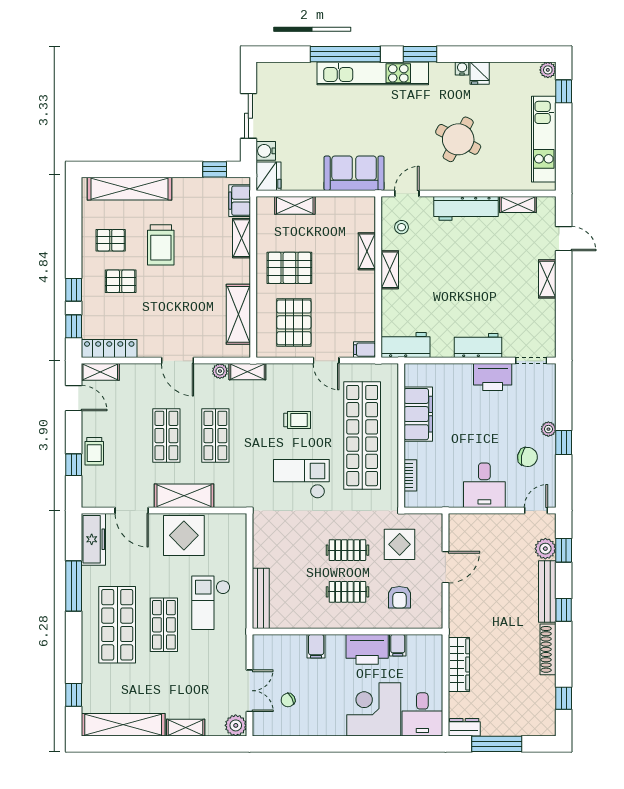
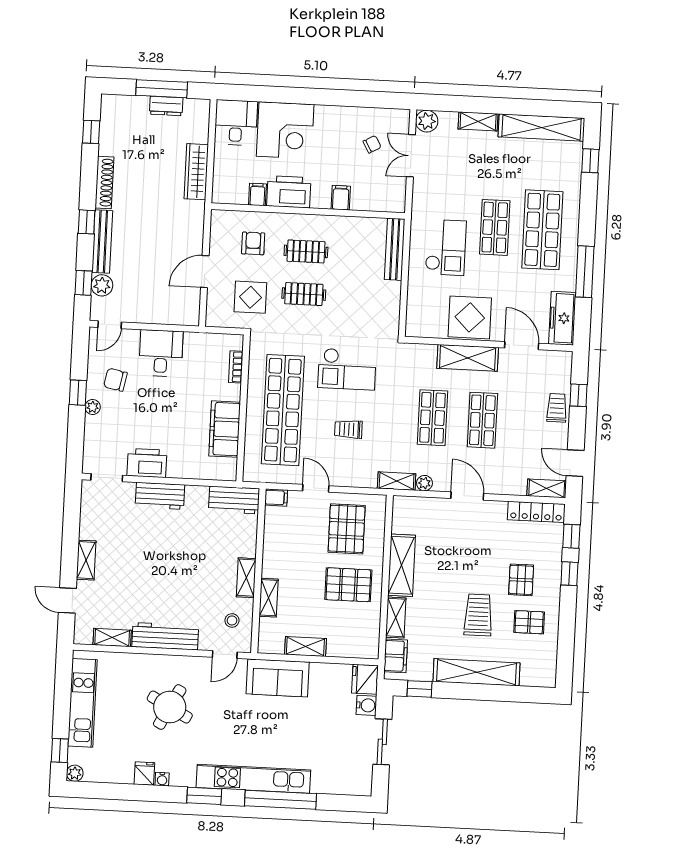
shelving: (130, 189) -> (476, 672), moved
shelving: (295, 205) -> (305, 647), moved
pallet: (121, 281) -> (521, 580), turned 90
shelving: (238, 314) -> (402, 565), moved
dresser: (464, 727) -> (166, 106), moved

